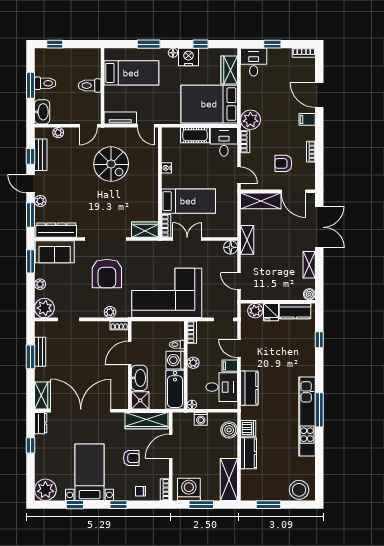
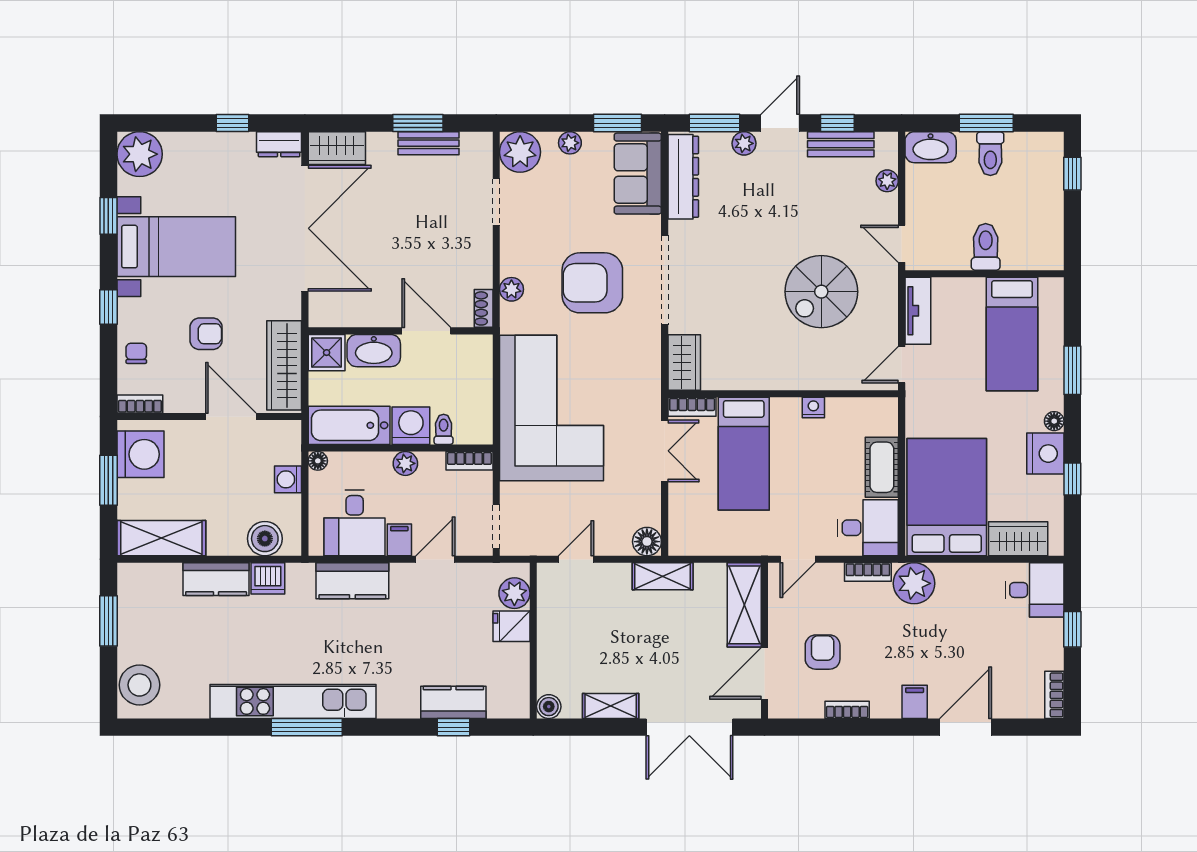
kitchen counter: (295, 311) -> (453, 702), moved, turned 90
armchair: (131, 458) -> (206, 334), turned -90

